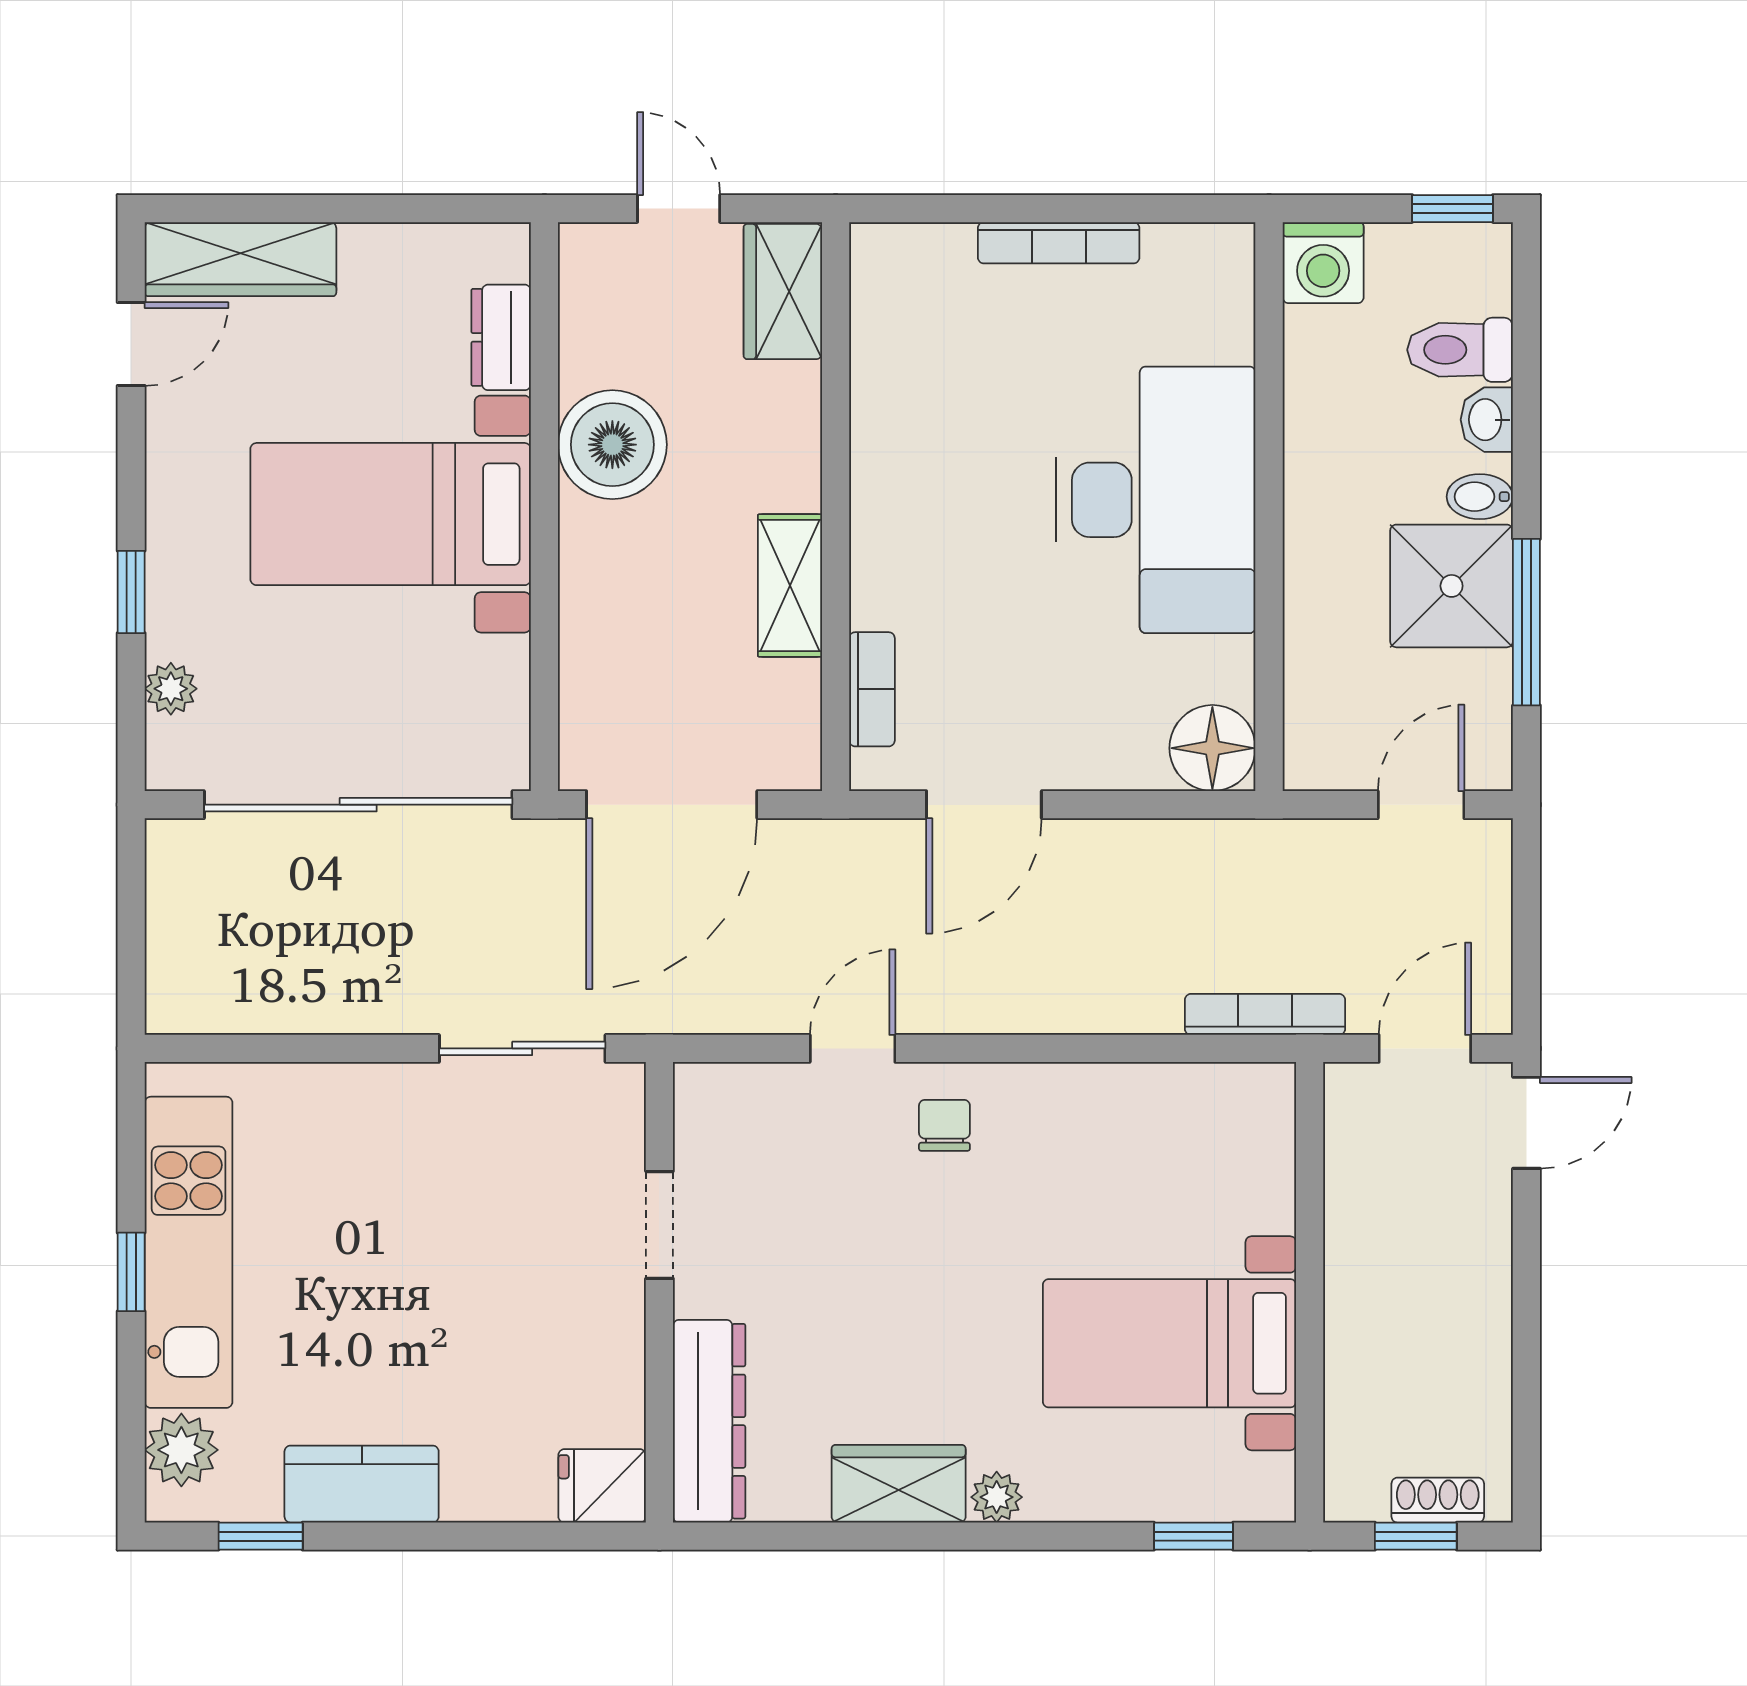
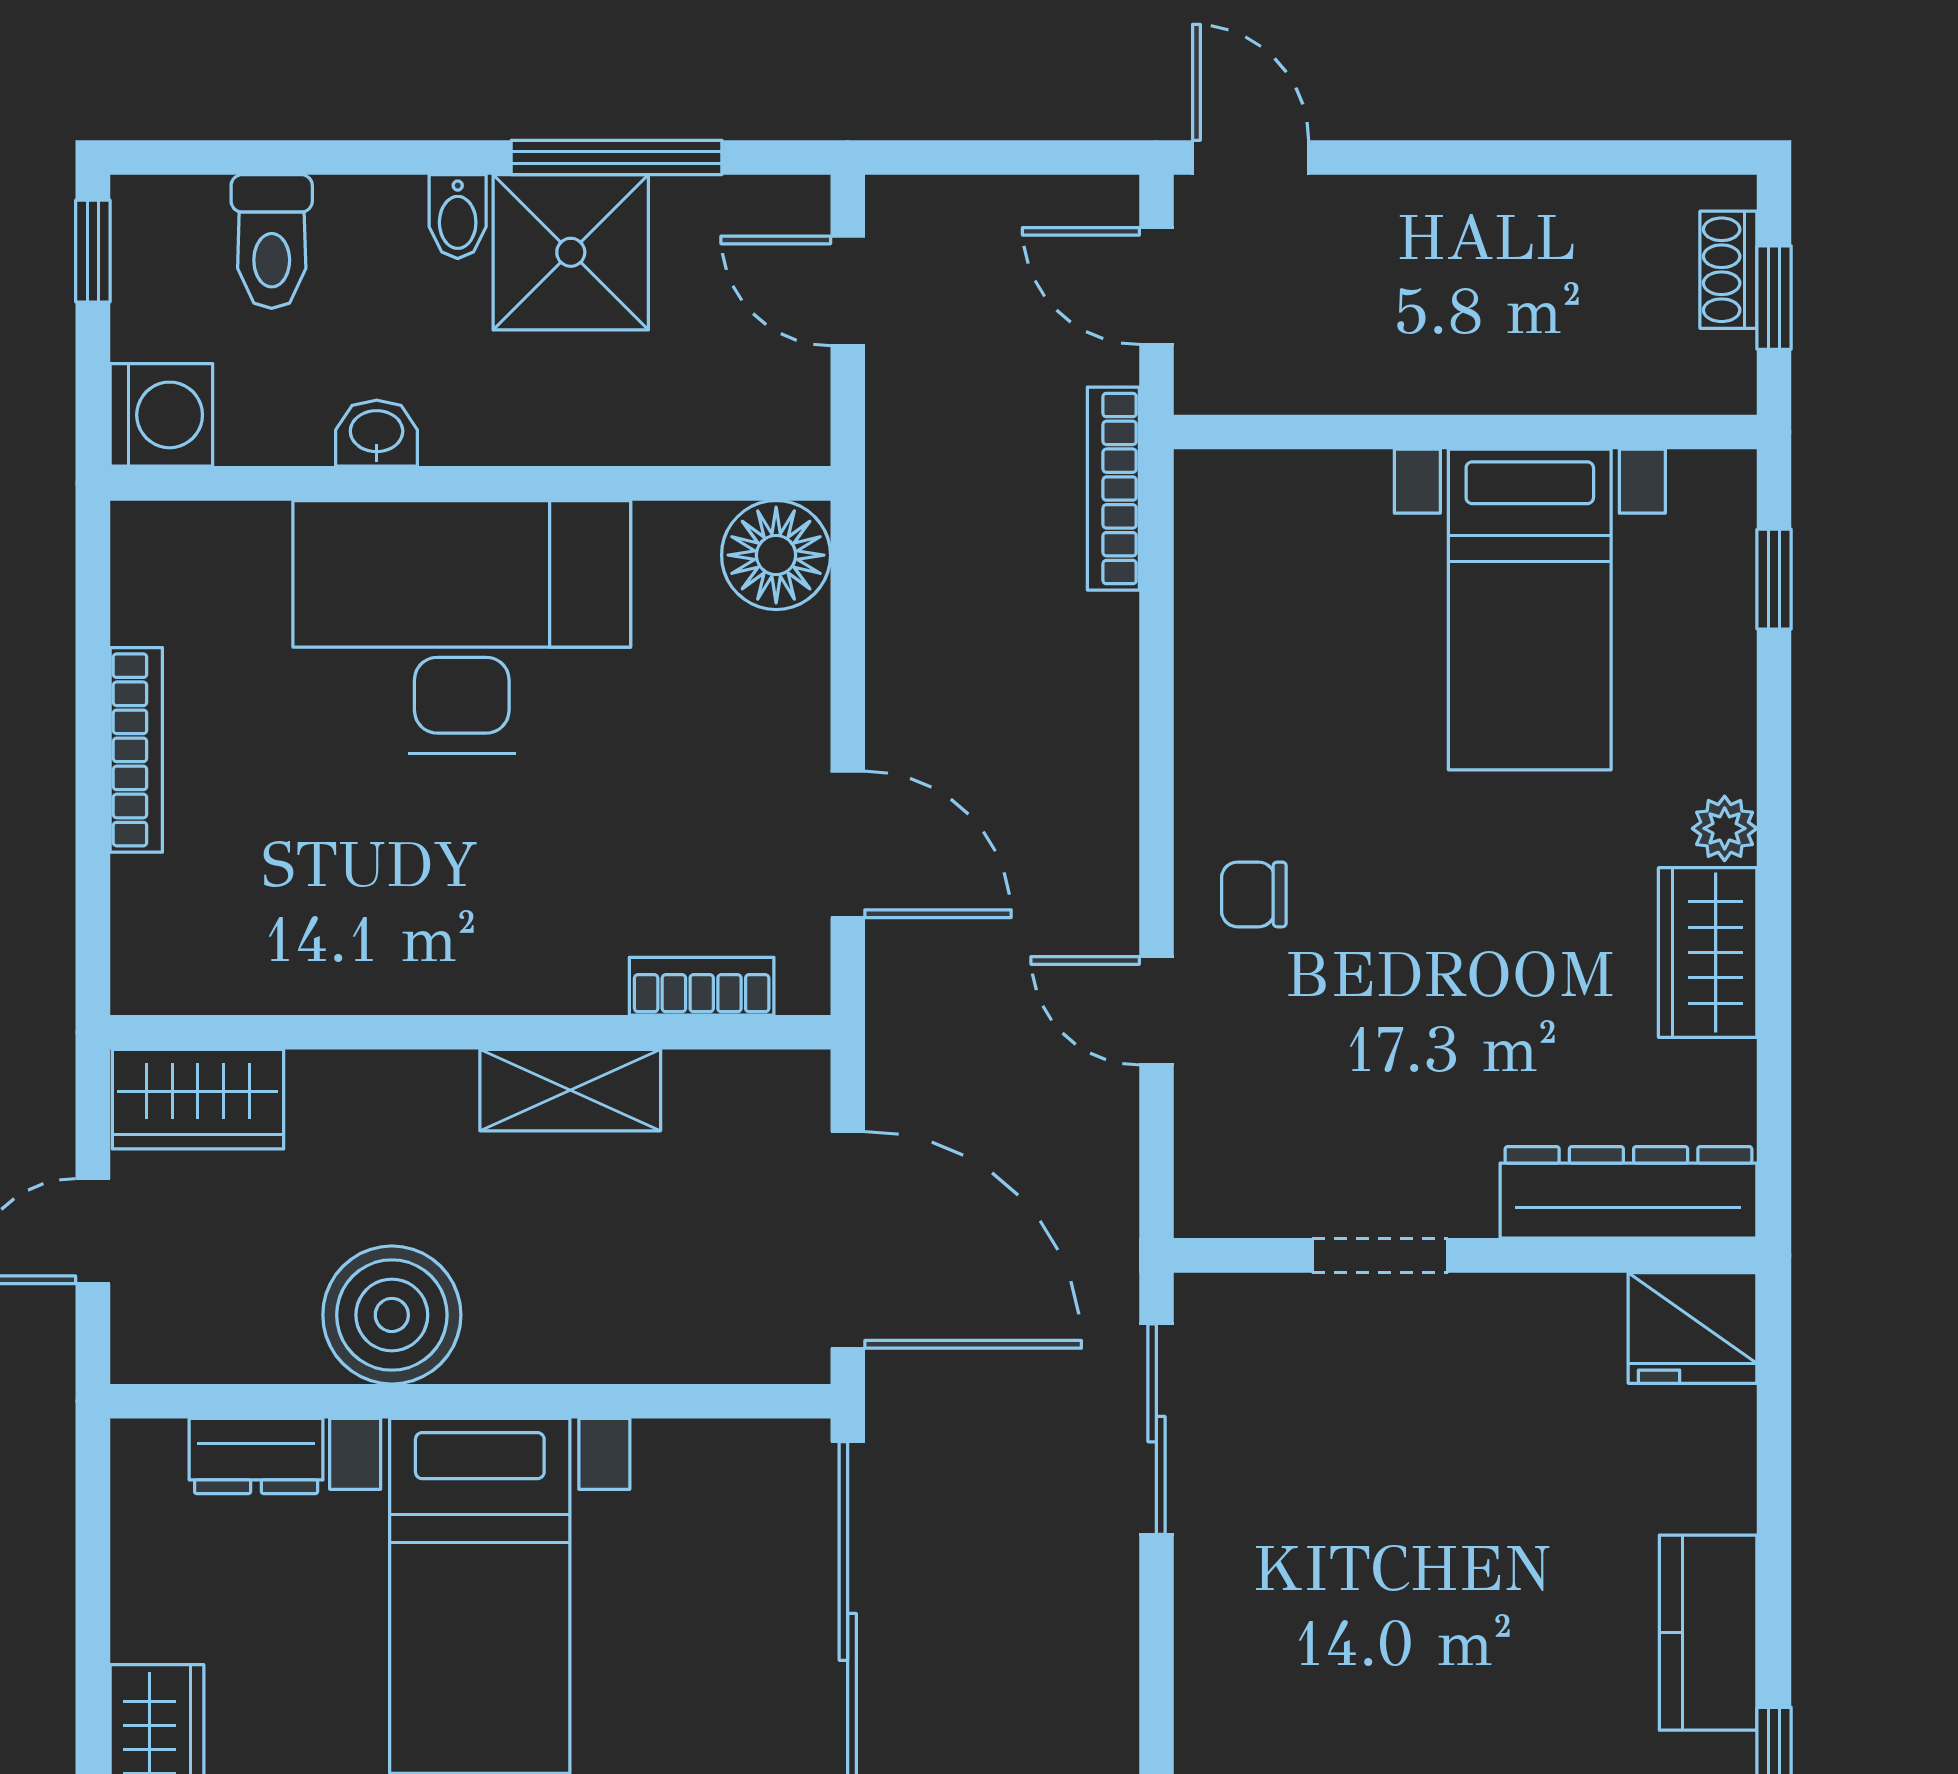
washbasin: (1487, 420) -> (377, 433), moved, turned 180
fridge: (602, 1486) -> (1693, 1328), width x1.38

